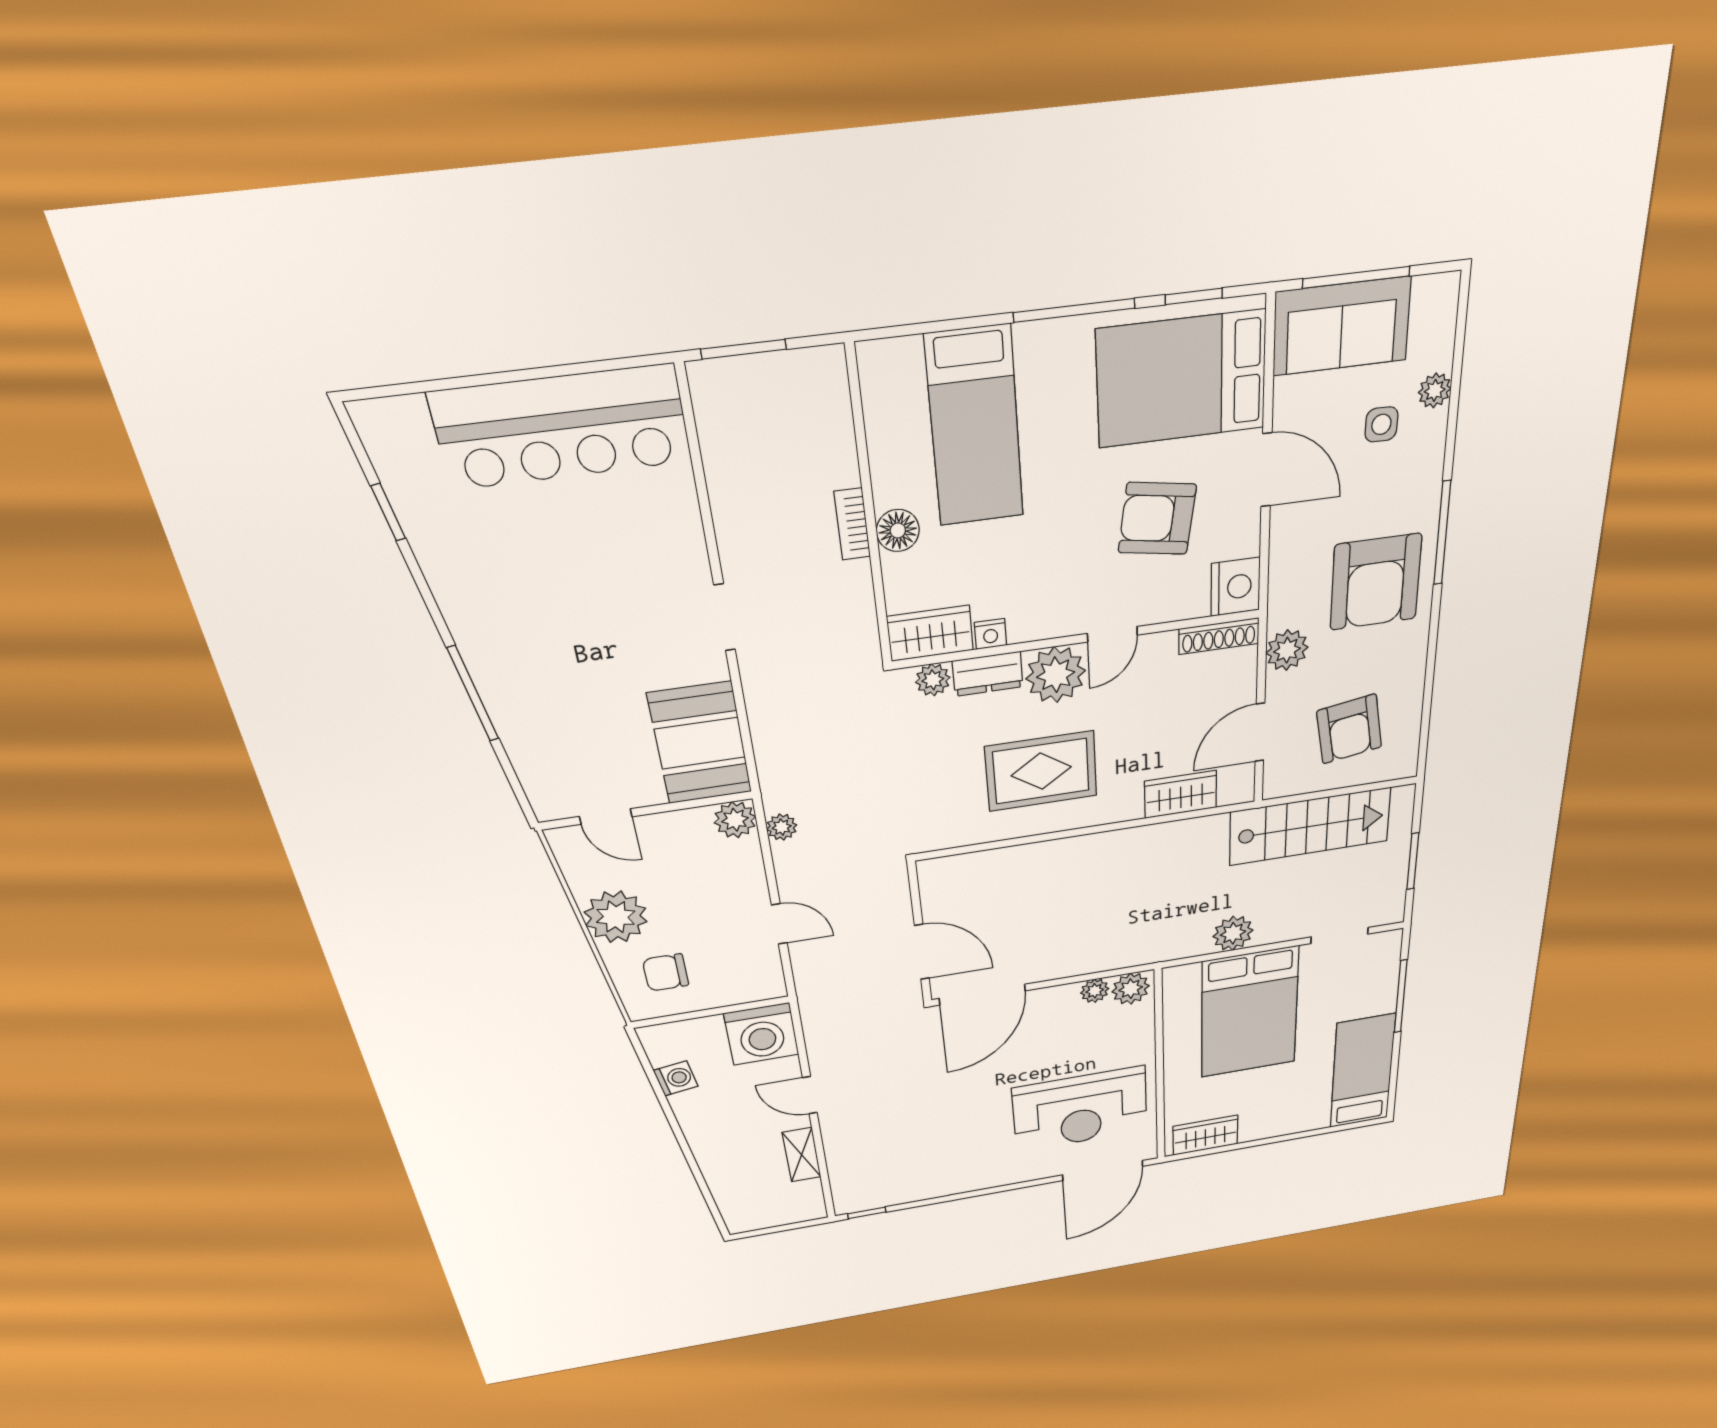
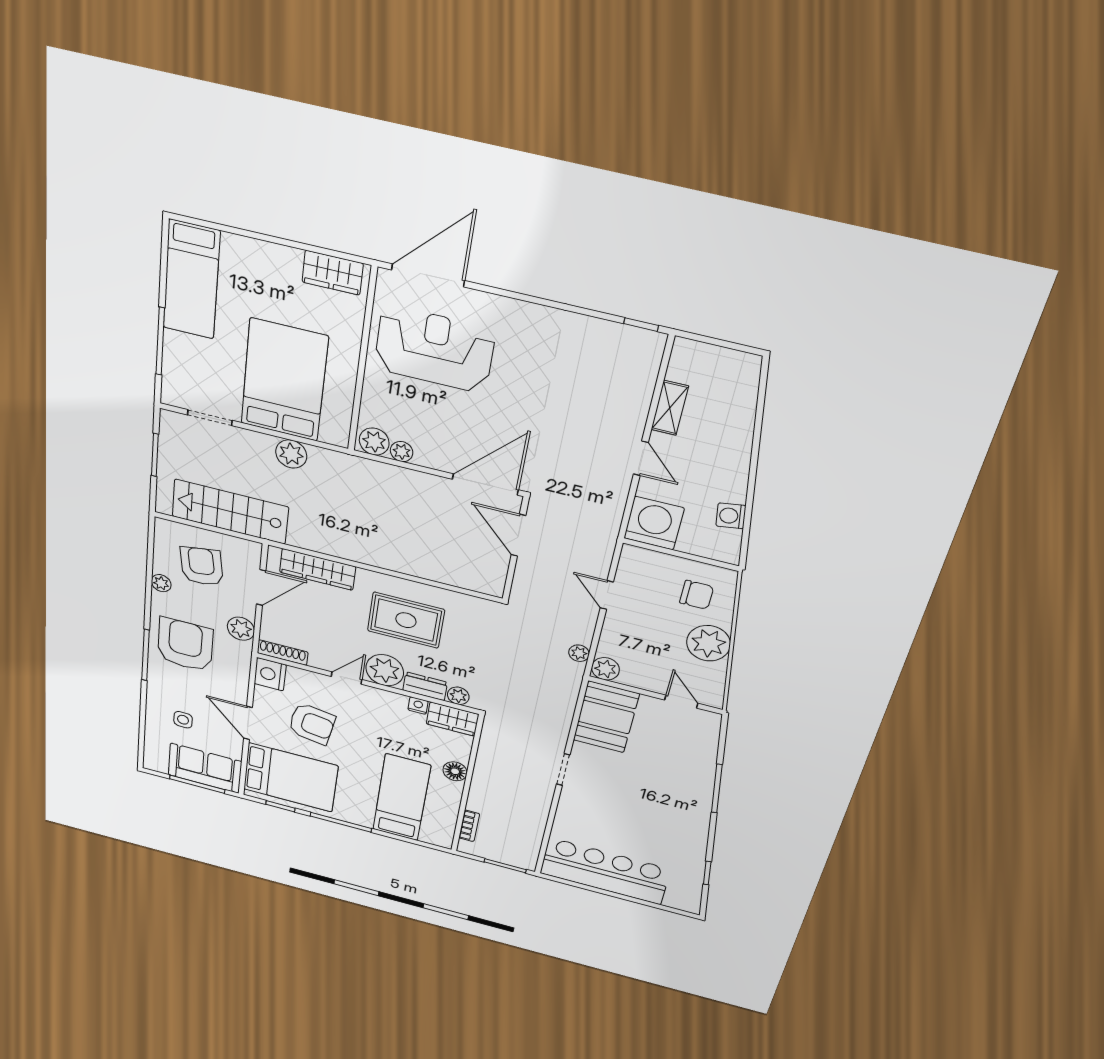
plant: (1435, 391) -> (161, 583), moved
bookcase: (852, 524) -> (469, 826), moved
wardrobe: (1181, 794) -> (318, 569), width x1.50

